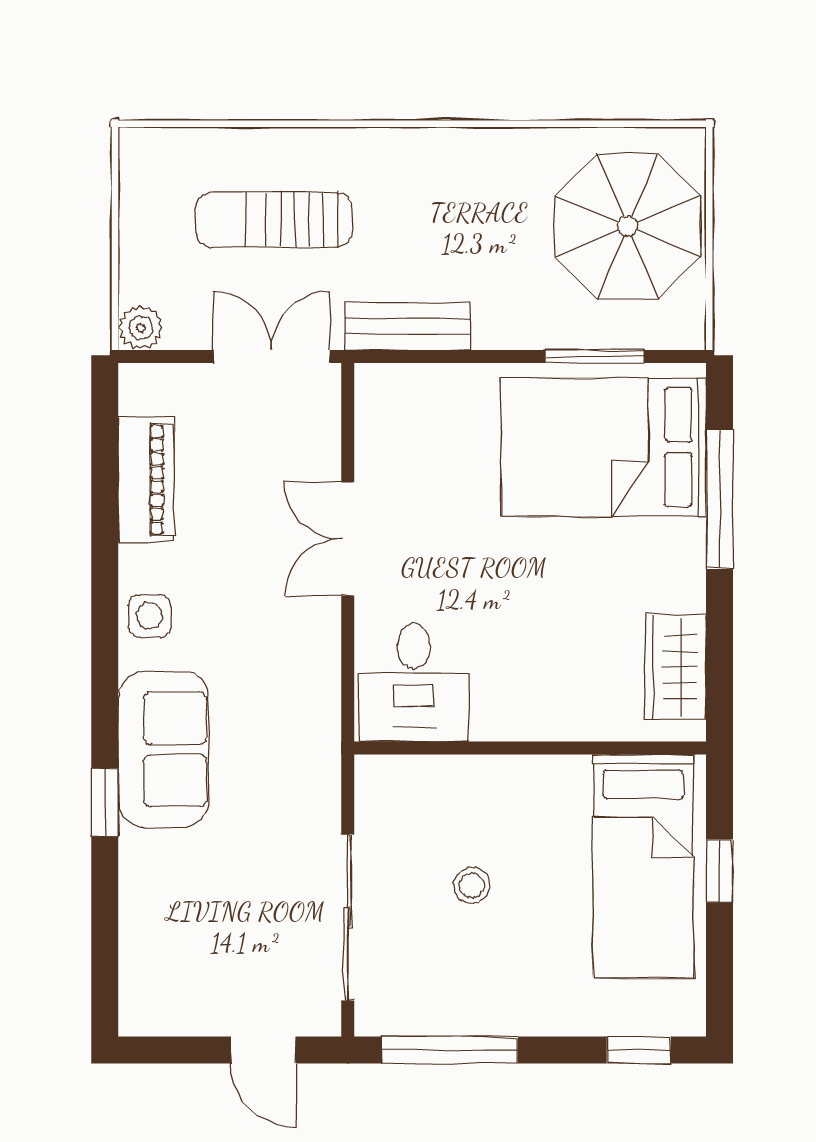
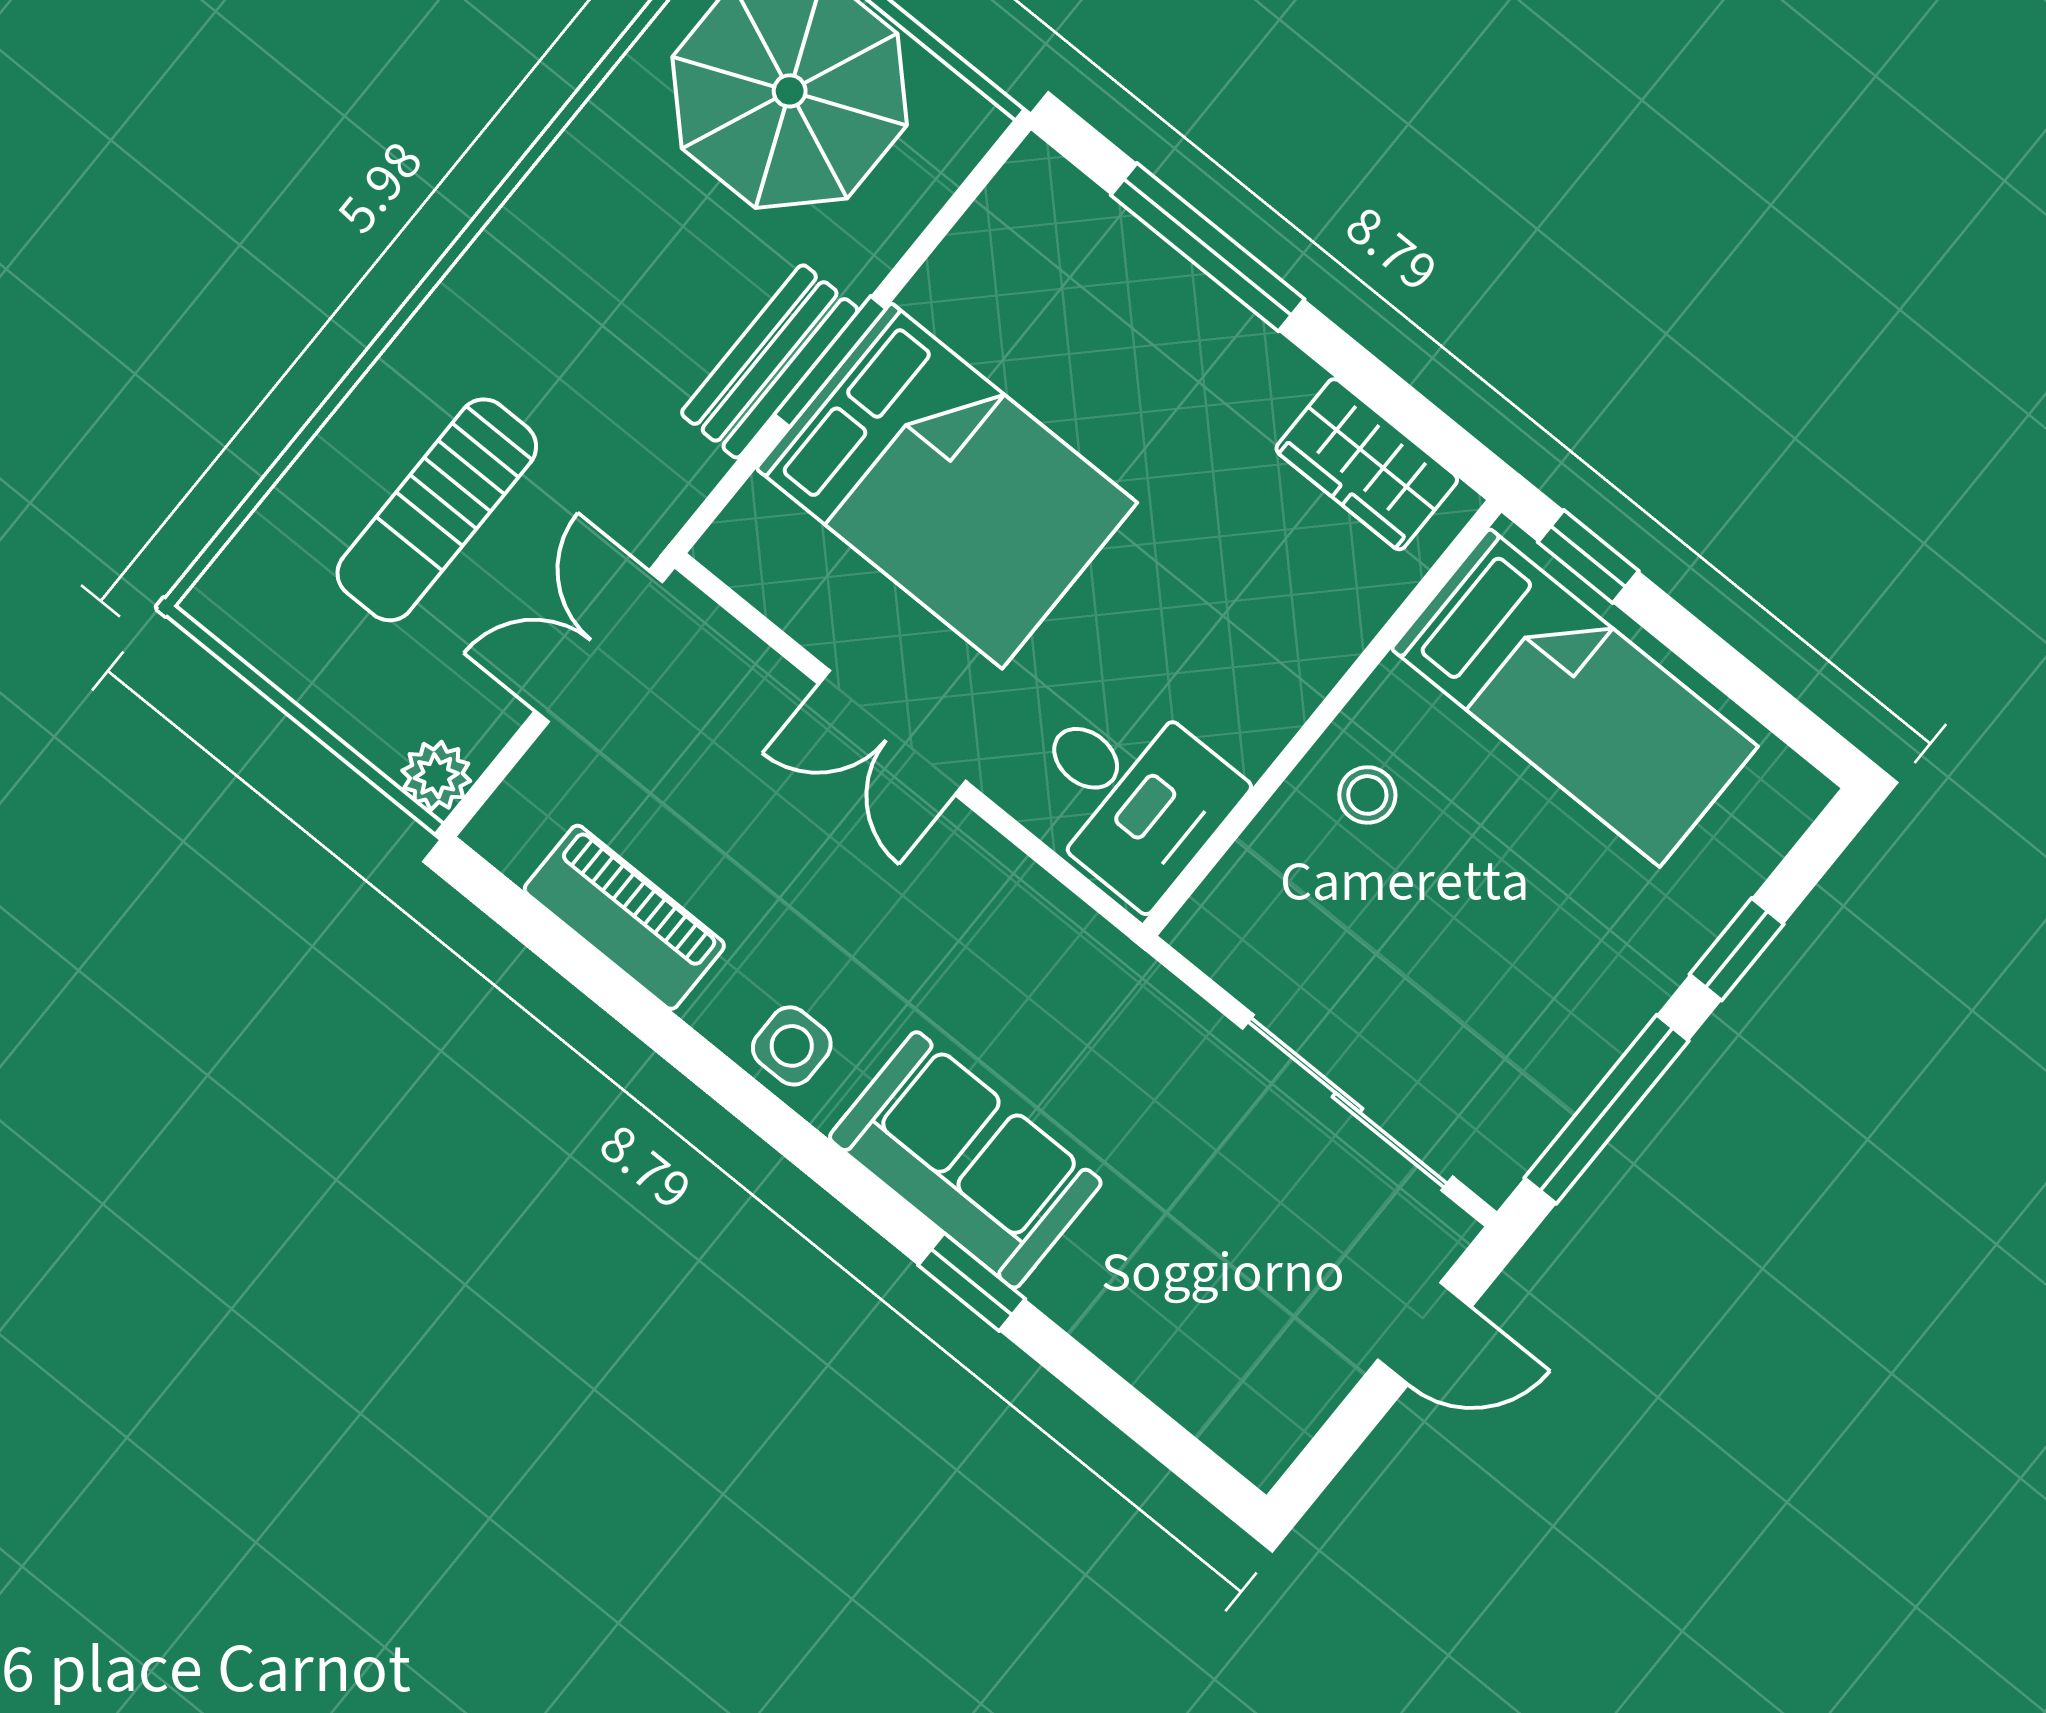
bench: (407, 326) -> (770, 361), moved
window: (594, 357) -> (830, 362), moved
bed: (604, 447) -> (947, 486), moved, turned -90
window: (719, 871) -> (1588, 556), moved
stool: (472, 885) -> (1367, 795), moved
window: (639, 1050) -> (1737, 949), moved

